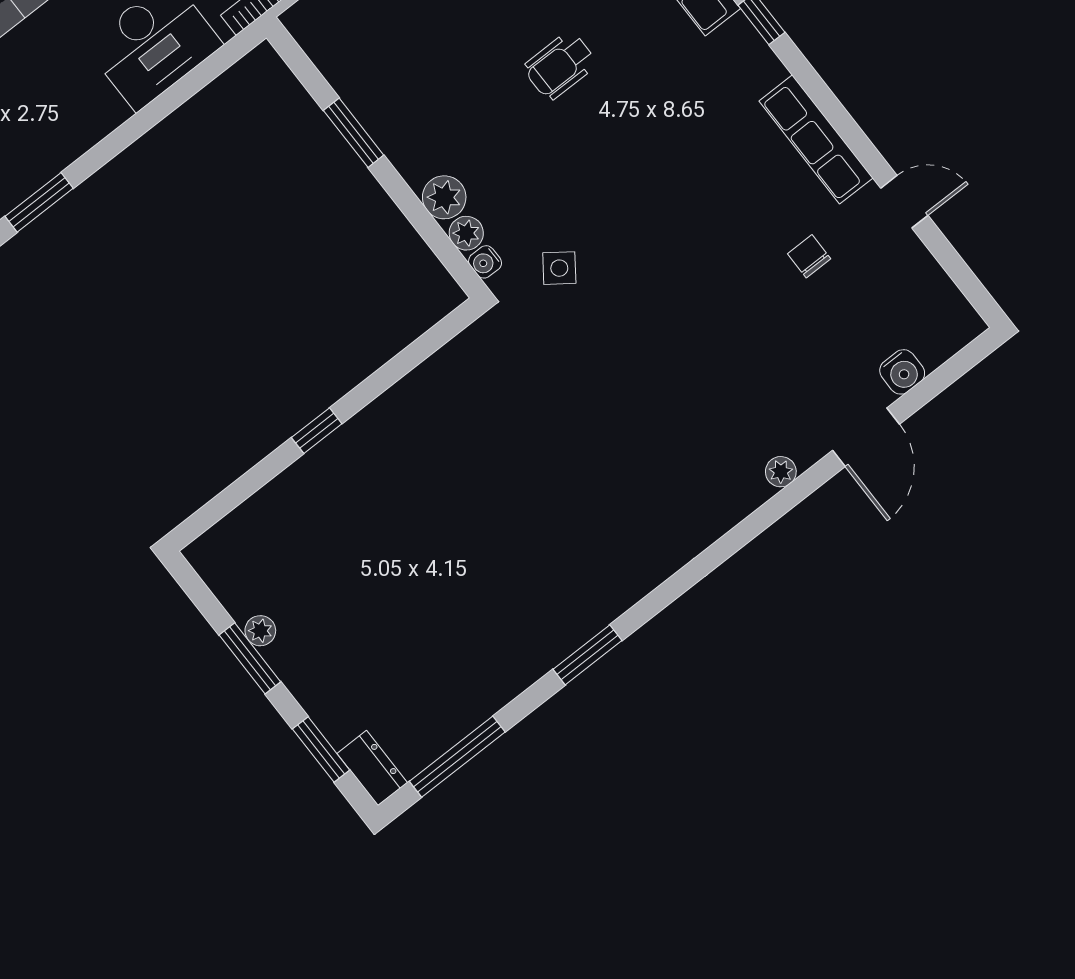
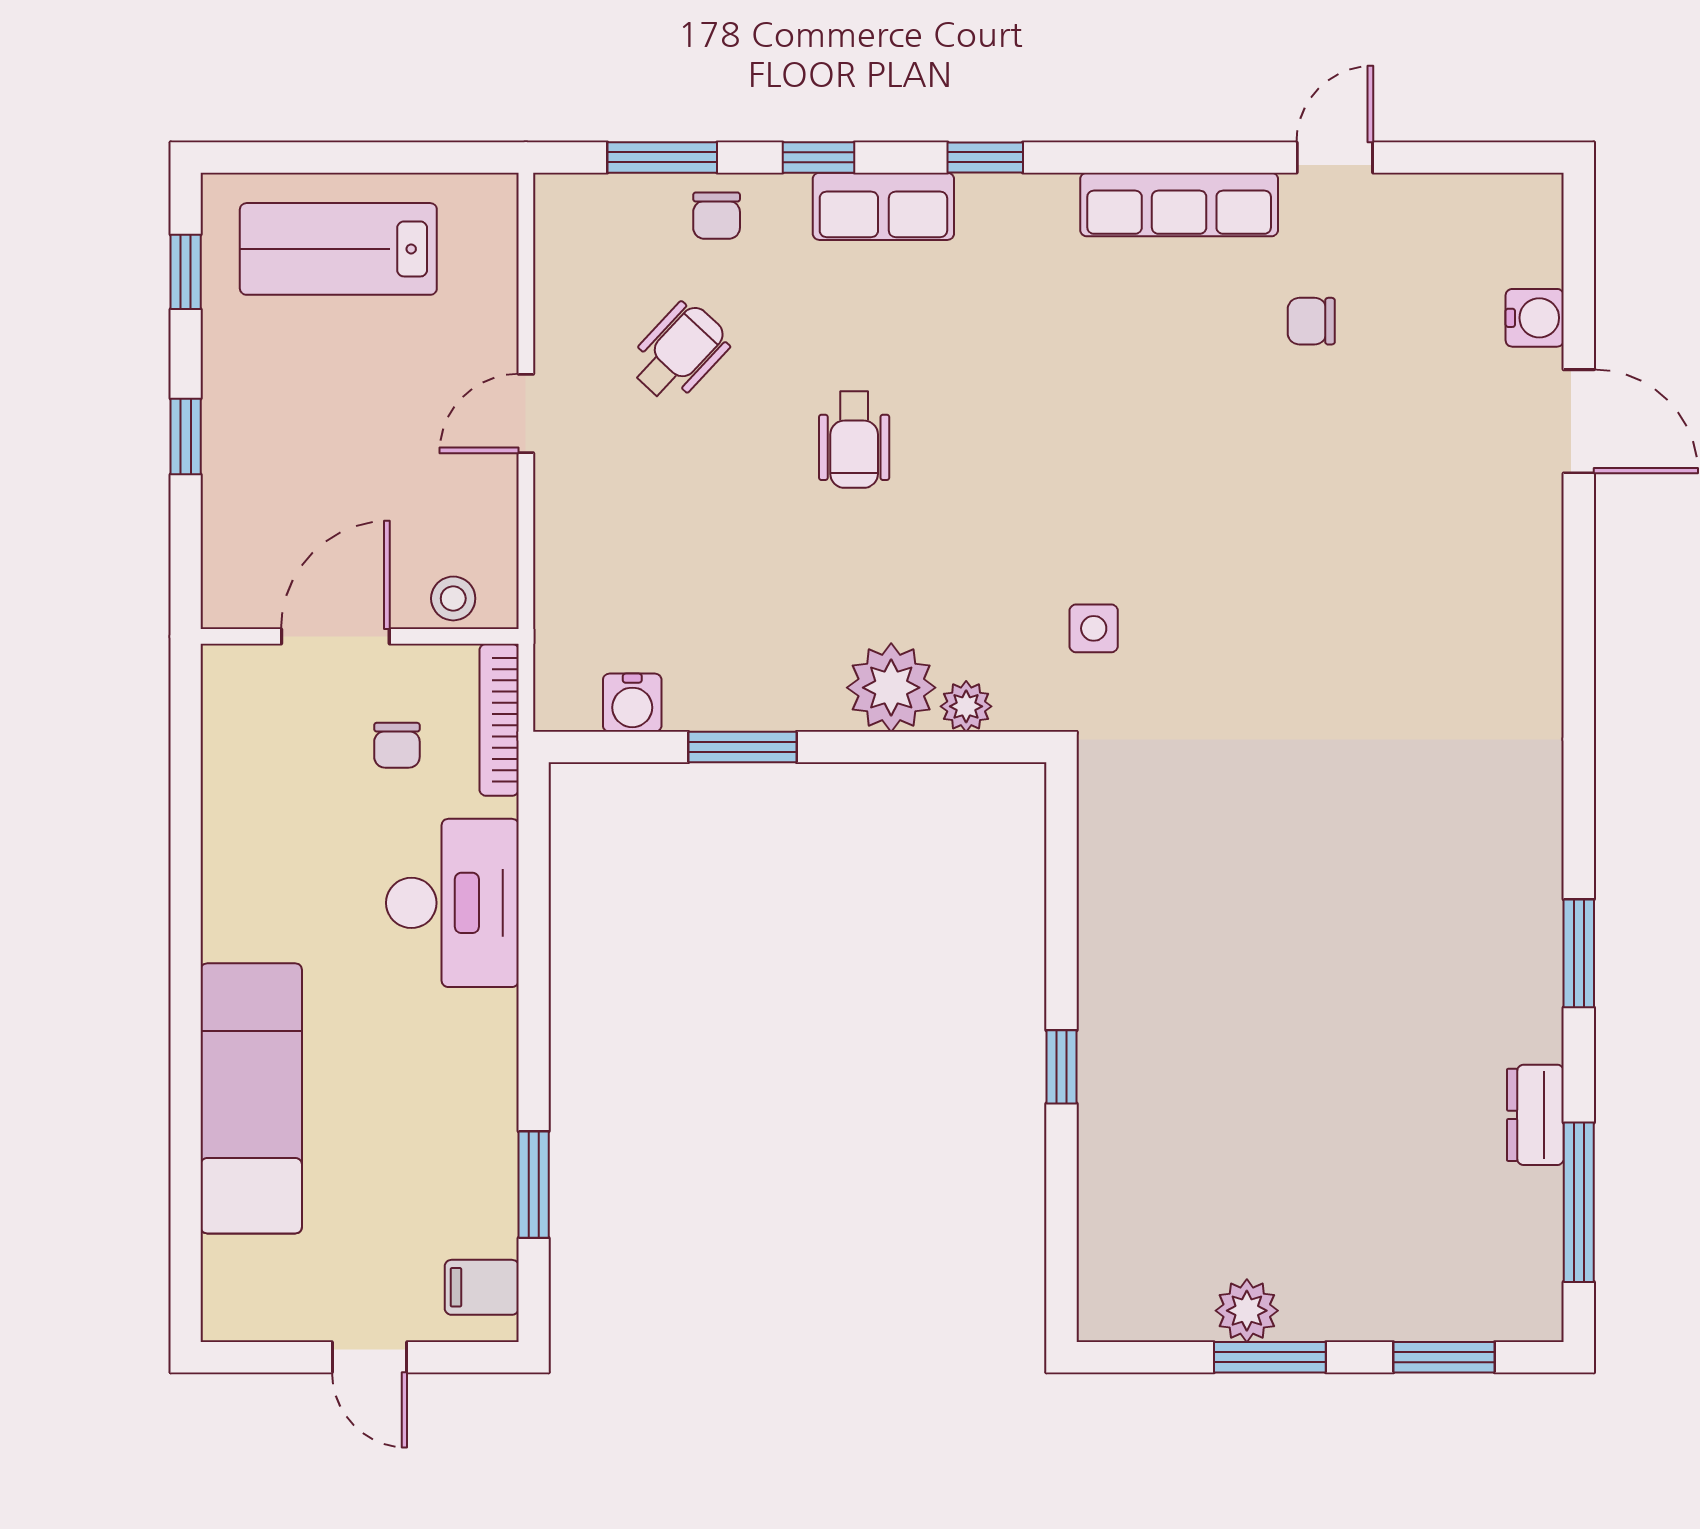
plant: (444, 197) -> (891, 688), width x1.36, depth x1.36
water cooler: (485, 262) -> (632, 703), moved, width x1.38, depth x1.38
side table: (559, 268) -> (1094, 628), turned -36
plant: (781, 472) -> (1541, 554), removed
plant: (260, 631) -> (1247, 1311), width x1.38, depth x1.38
dresser: (372, 768) -> (1535, 1115), moved, turned -90

